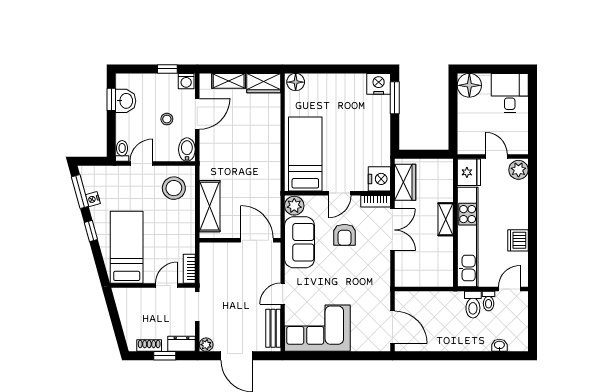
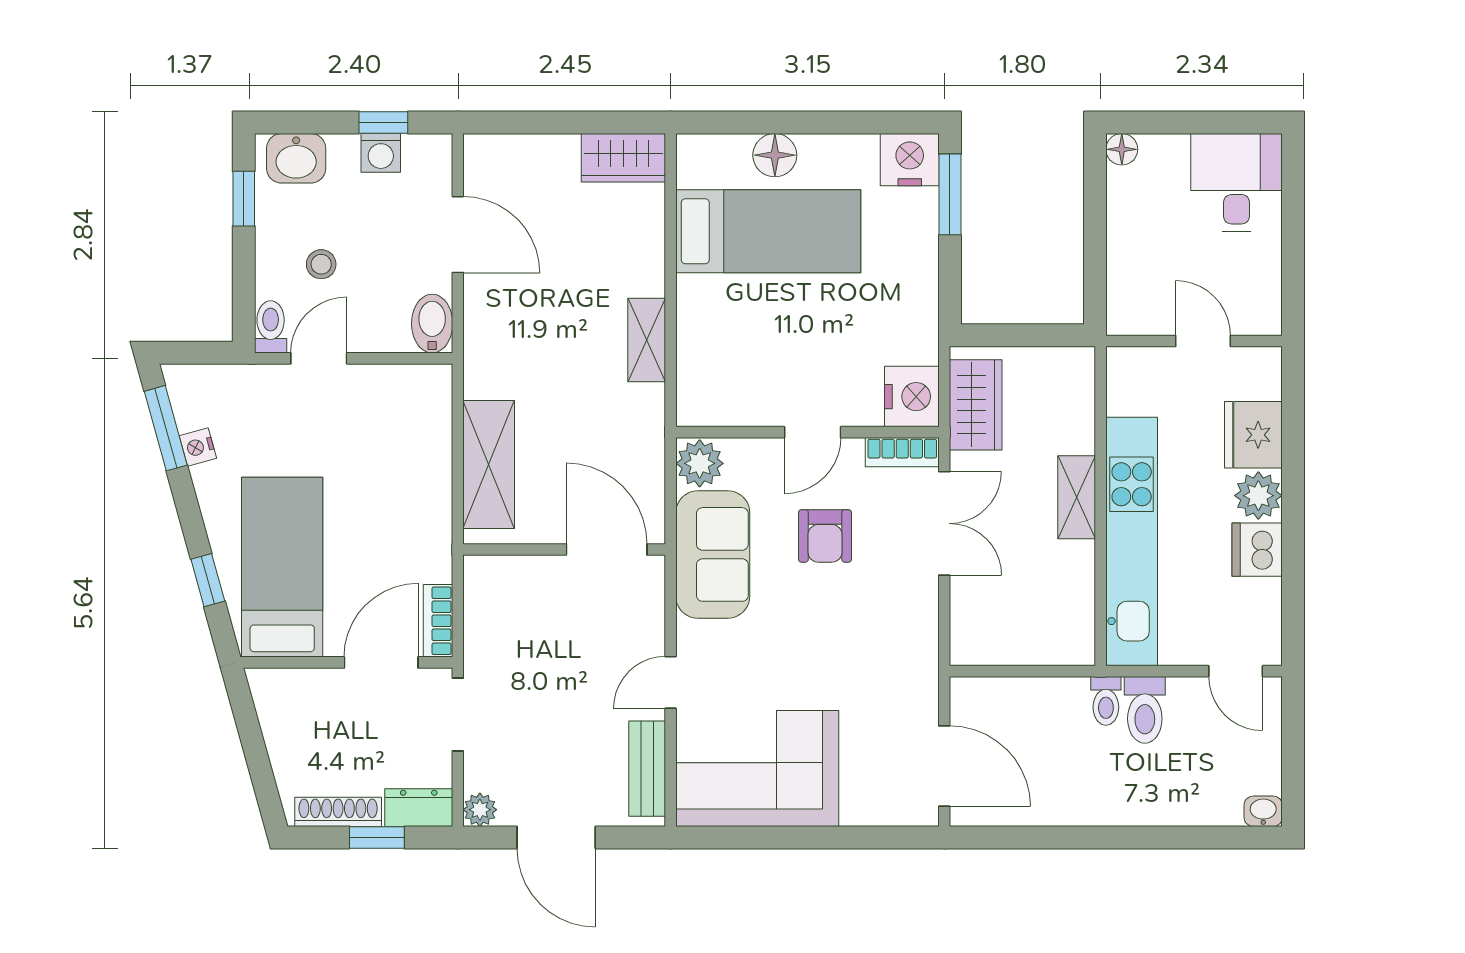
washing machine: (186, 81) -> (381, 153), moved
shelving: (229, 81) -> (647, 340), moved, turned 90
floor lamp: (296, 82) -> (775, 155), moved
floor lamp: (469, 85) -> (1122, 149), width x0.53, depth x0.53
washbasin: (126, 101) -> (296, 158), moved, turned 90
door: (197, 114) -> (458, 235), hinge flipped
stool: (167, 119) -> (321, 264), moved
bed: (305, 154) -> (768, 231), moved, turned 90
plant: (518, 170) -> (1258, 496), moved
fridge: (469, 172) -> (1253, 435), moved, turned 180
stool: (174, 188) -> (400, 420), removed
window: (91, 231) -> (208, 580), moved
door: (166, 286) -> (381, 662), width x1.38
door: (509, 289) -> (1236, 671), swing flipped
toilet: (489, 301) -> (1106, 701), moved
washbasin: (499, 345) -> (1263, 811), moved
shoe rack: (149, 346) -> (338, 812), width x1.43

